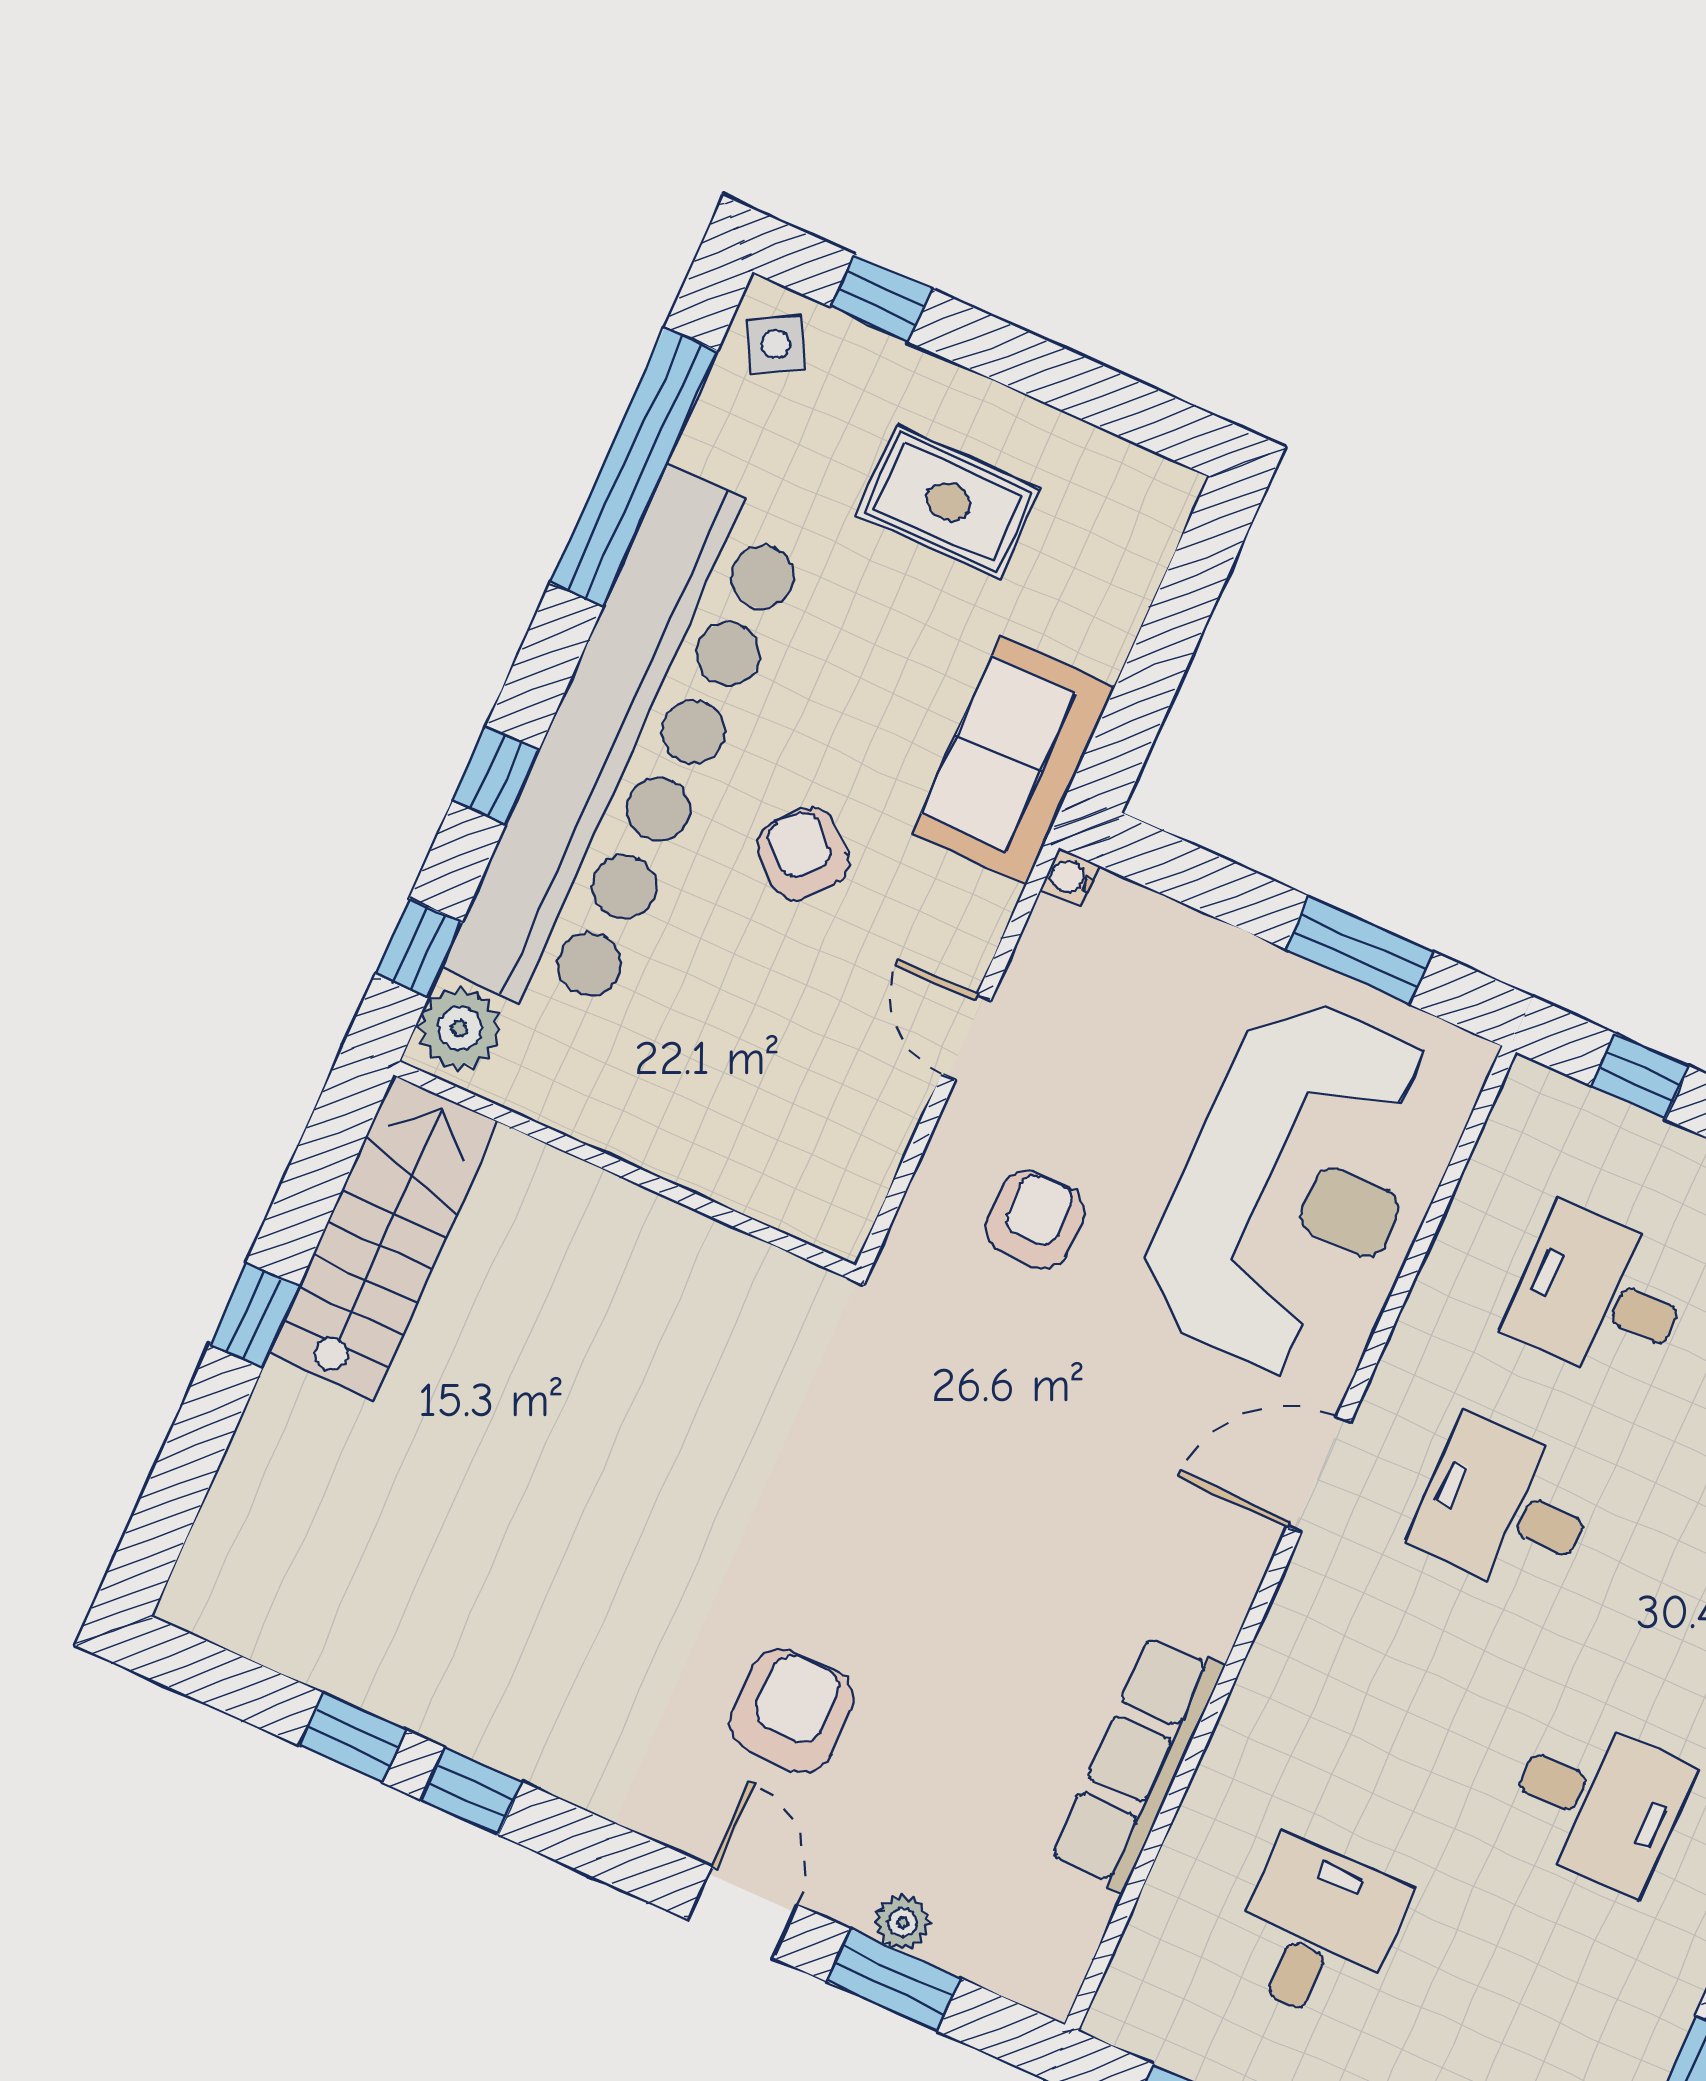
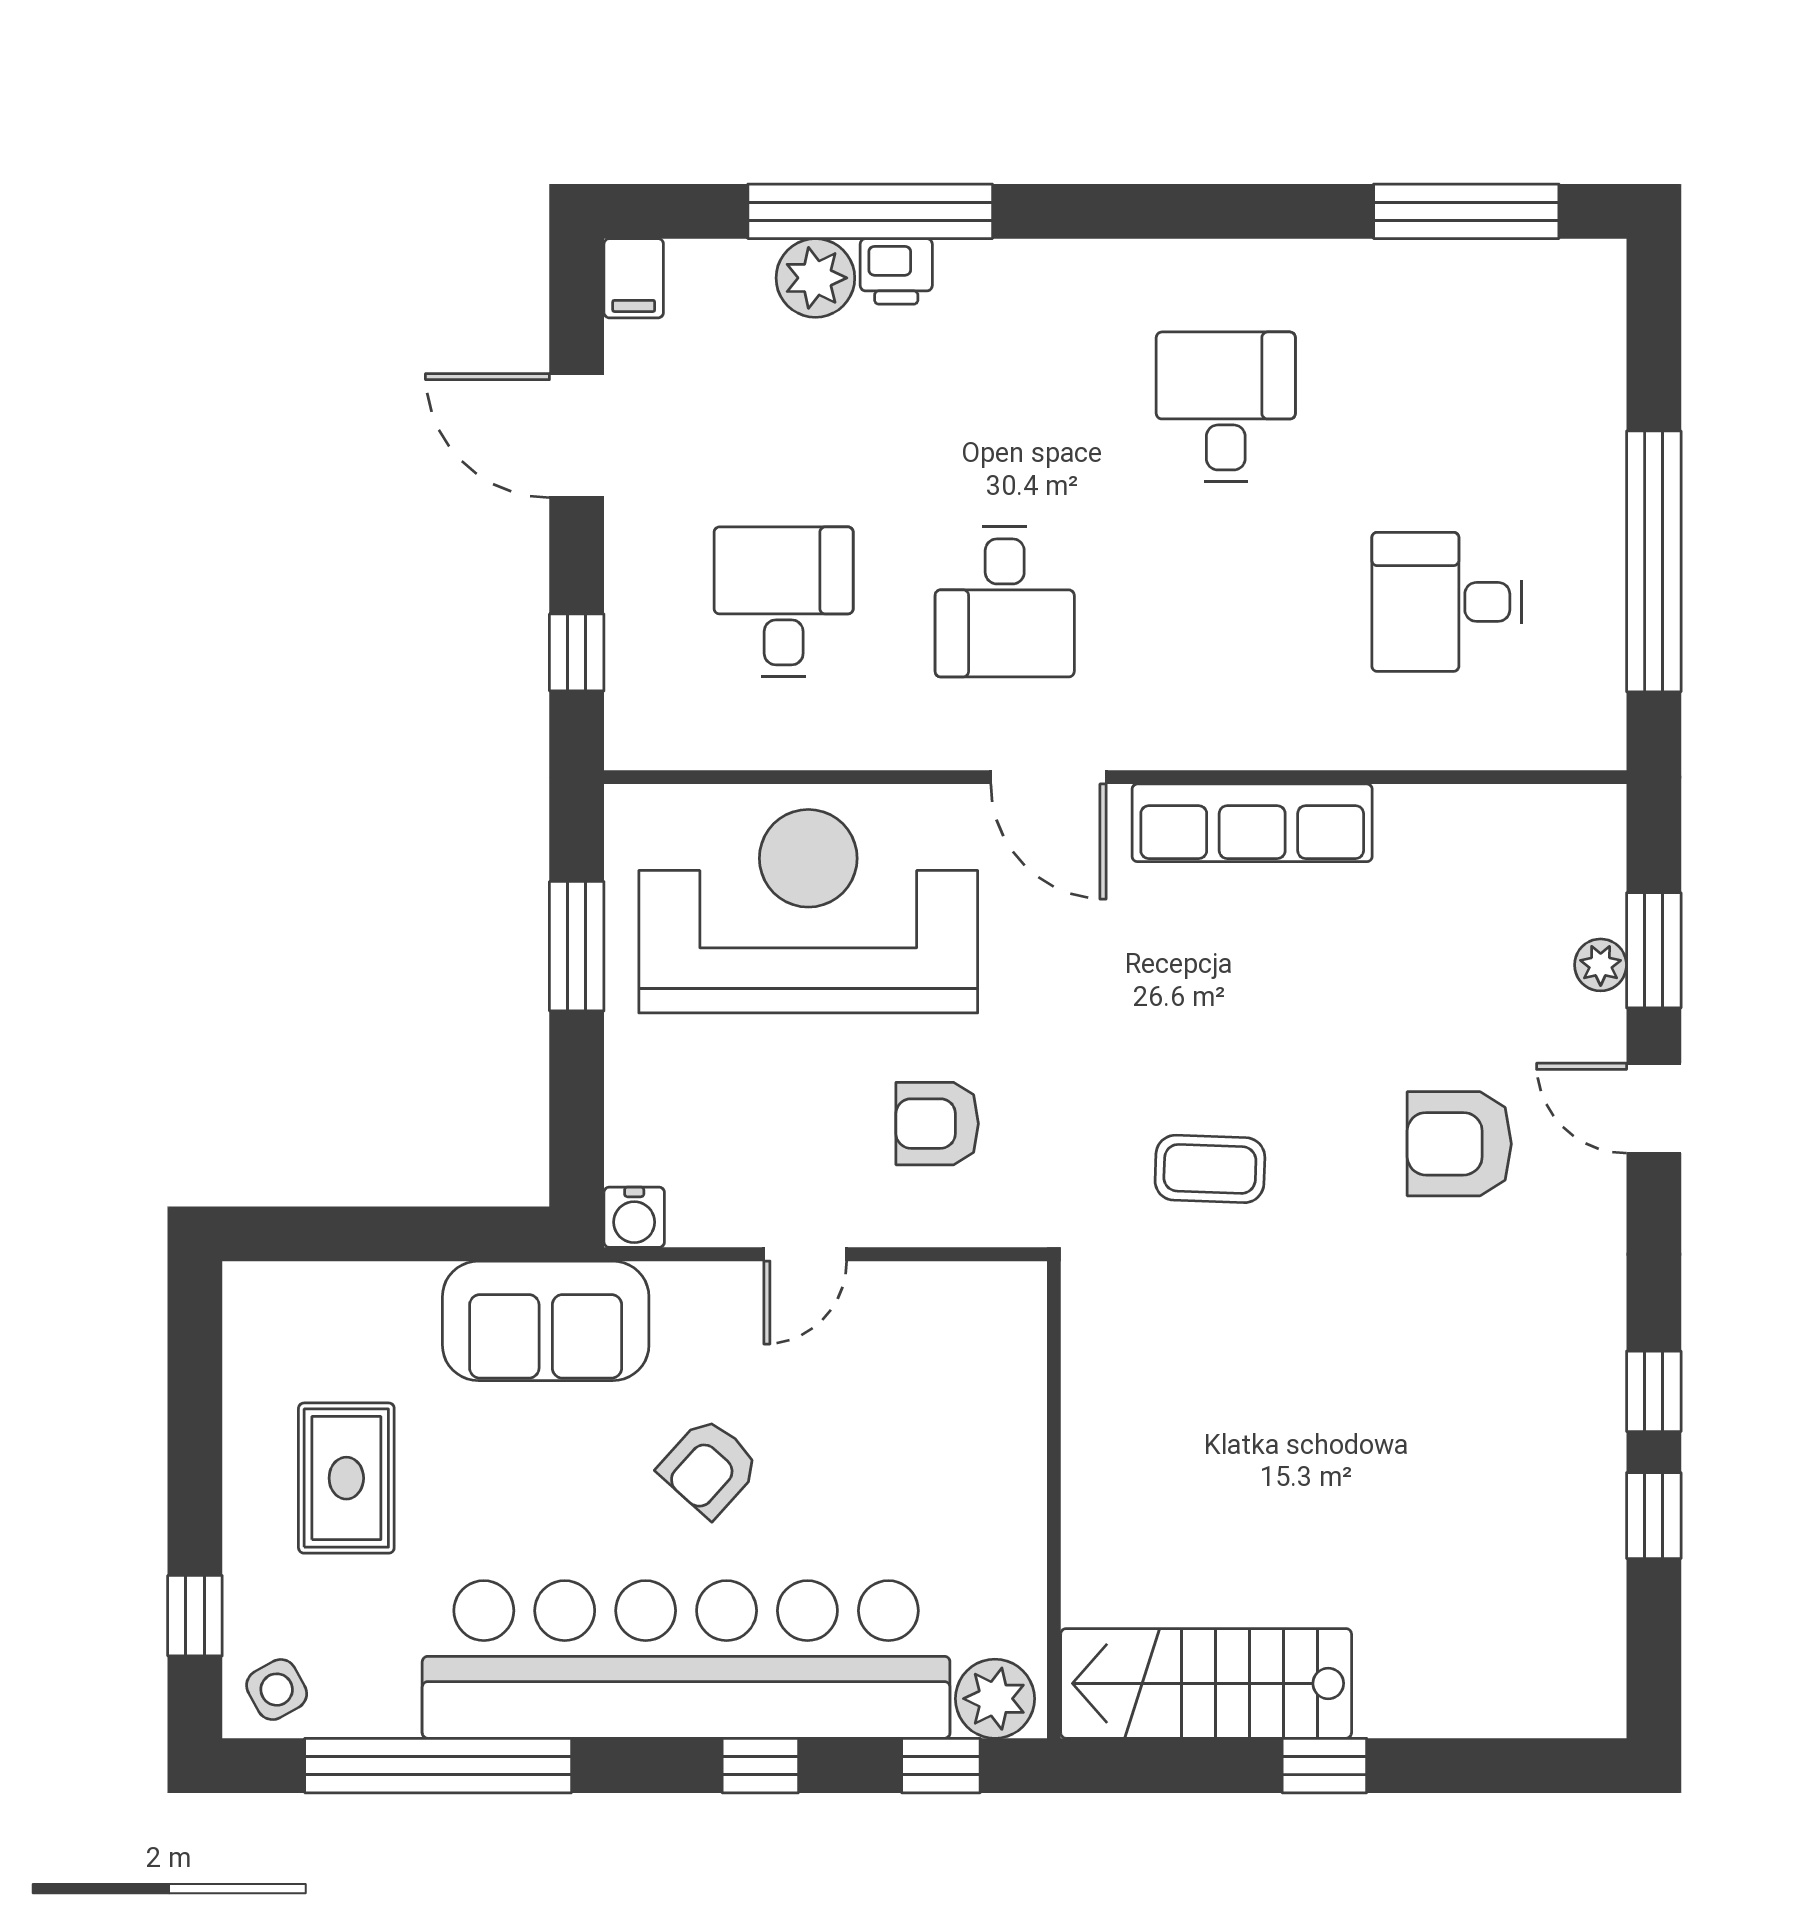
water cooler: (1070, 878) -> (634, 1217), width x1.38, depth x1.38
desk: (1600, 1296) -> (784, 602), turned 180
coffee table: (875, 1461) -> (1210, 1169), added
row of seats: (1138, 1762) -> (1252, 823), moved
door: (743, 1912) -> (1654, 1108), hinge flipped

